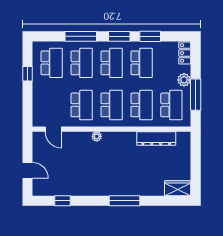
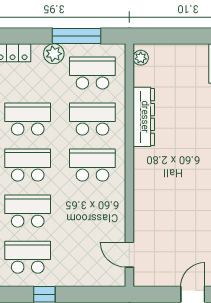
school desk: (82, 105) -> (92, 211), removed
door: (53, 129) -> (129, 255), swing flipped
plant: (97, 136) -> (141, 58), moved
dresser: (156, 138) -> (144, 117), moved

